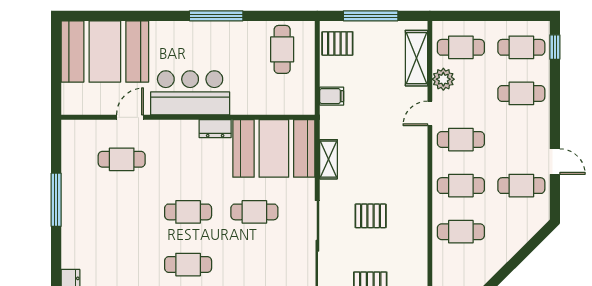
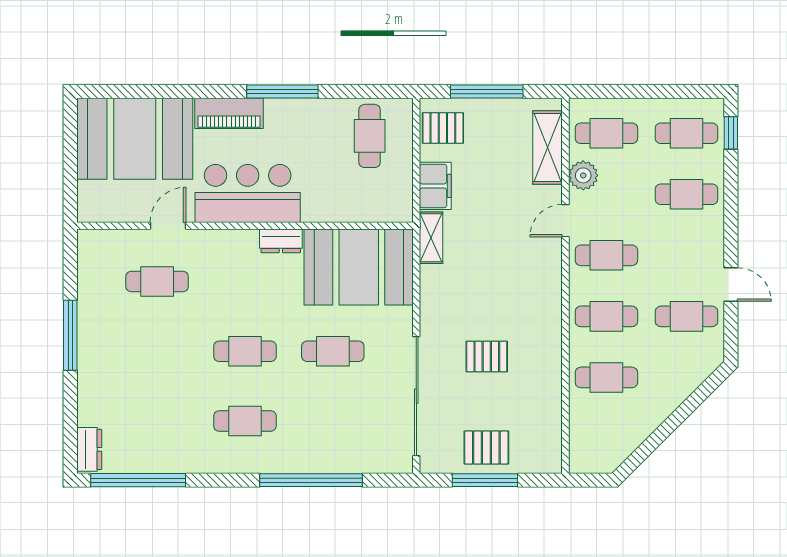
piano: (176, 32) -> (229, 113), added
filing cabinet: (332, 96) -> (435, 186), width x2.00
shelving: (329, 159) -> (431, 238), moved

